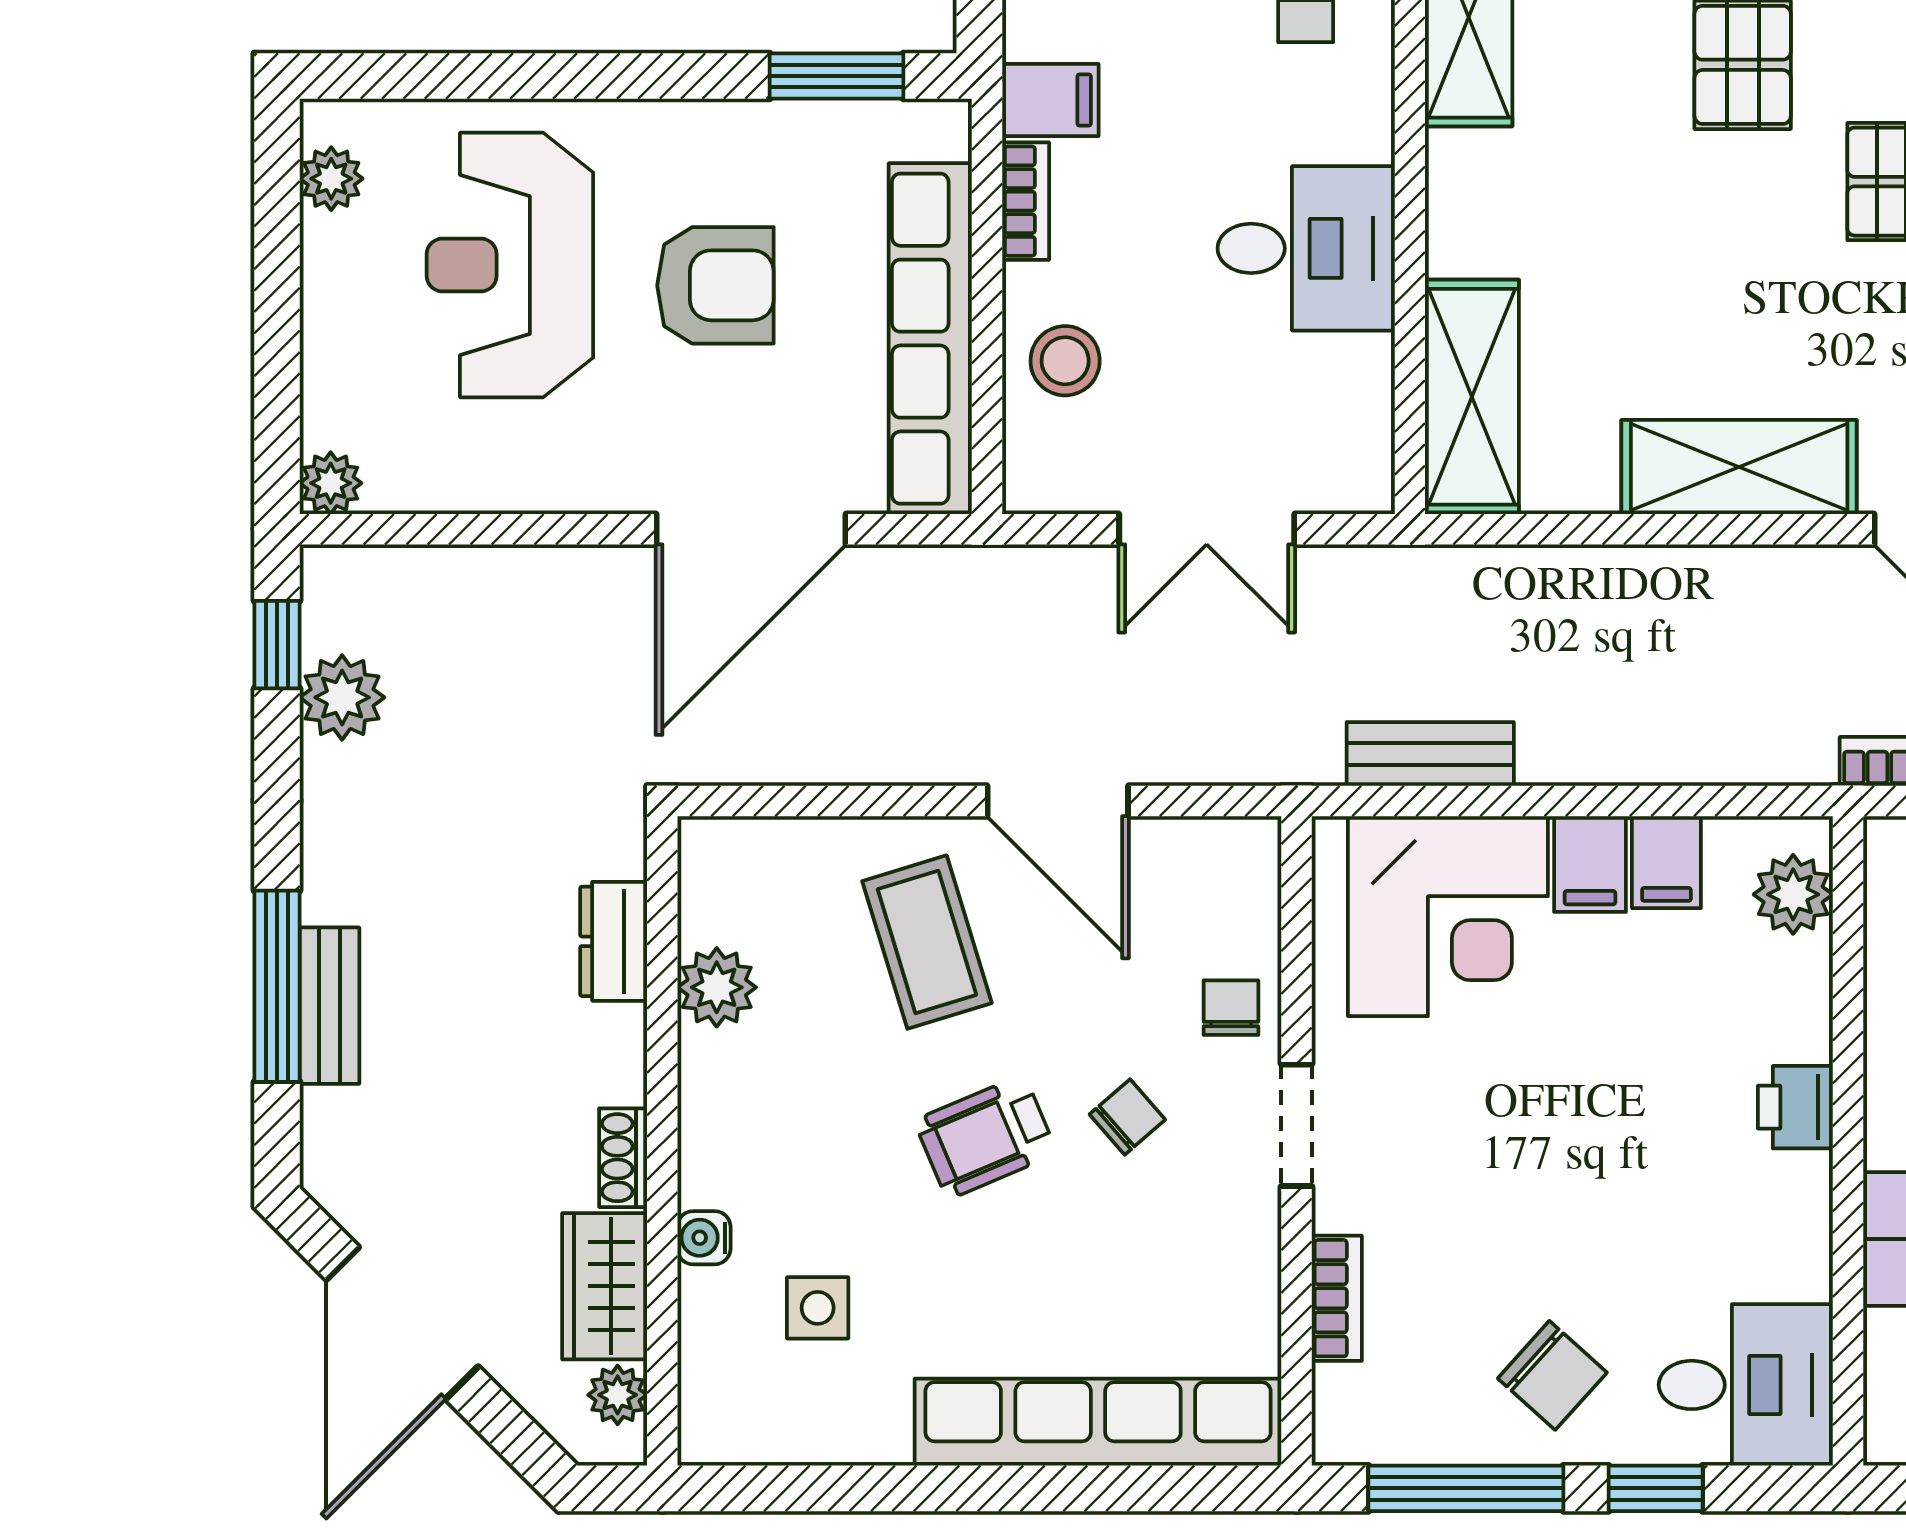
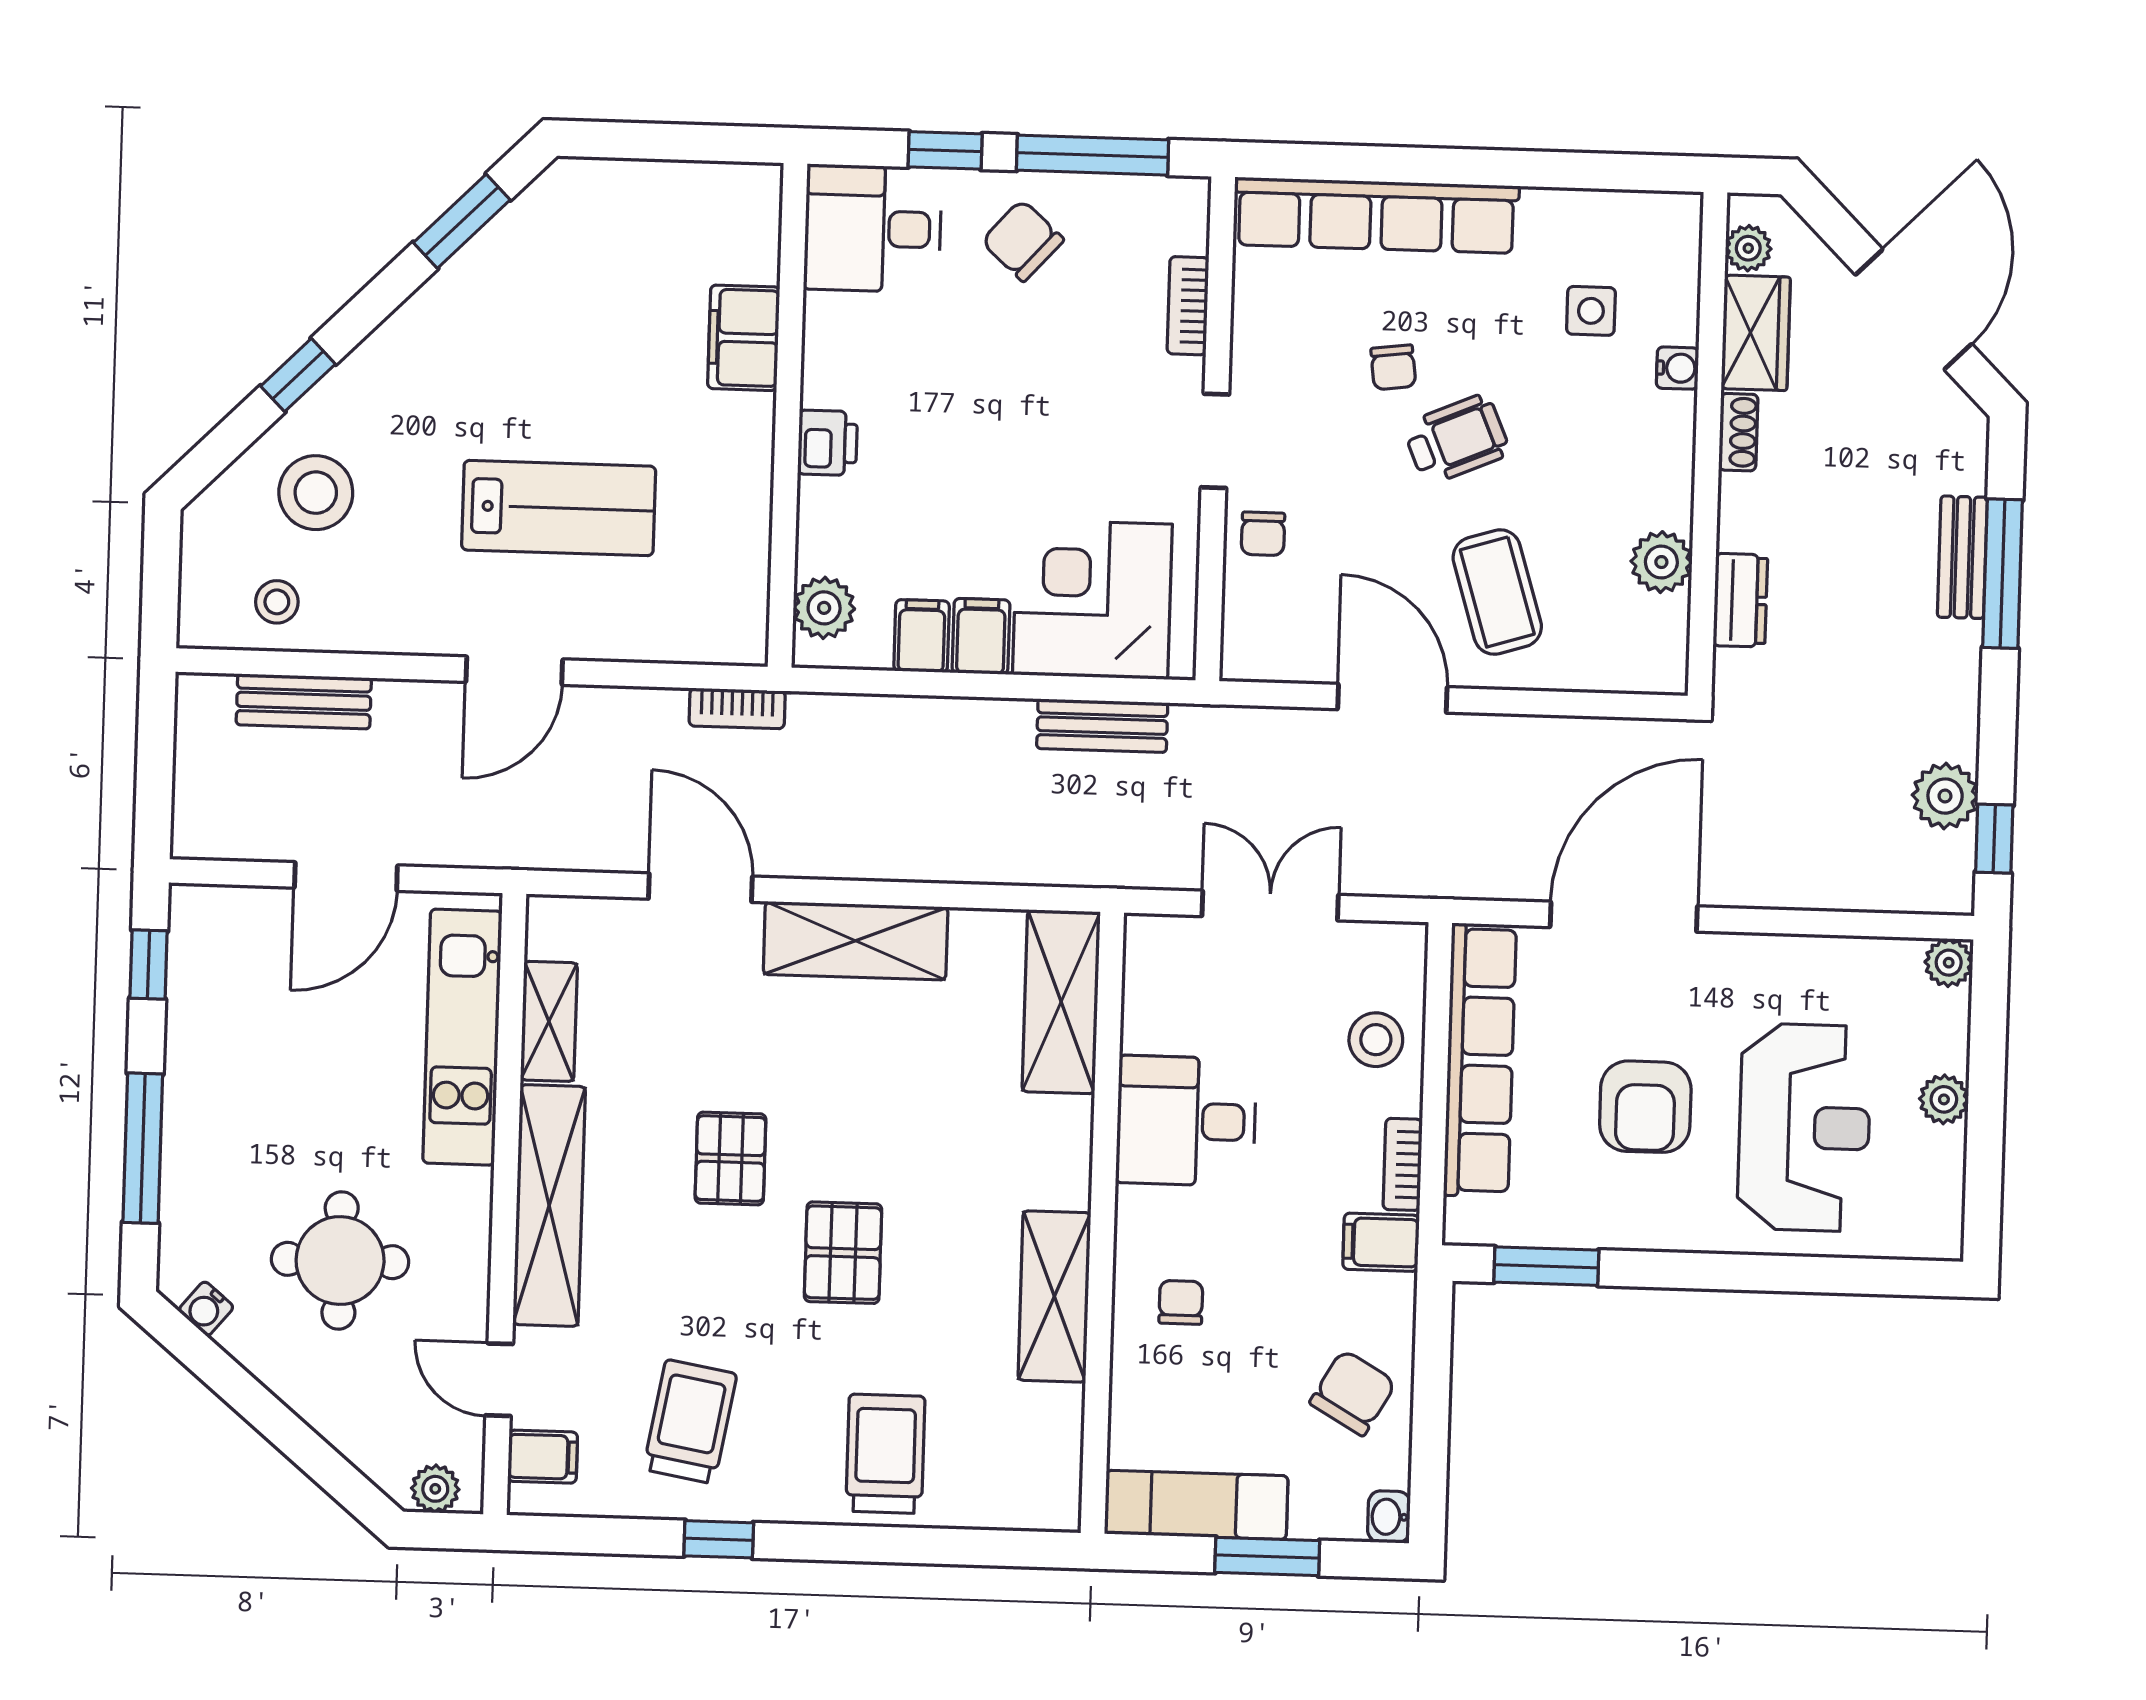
plant: (331, 179) -> (1944, 1099), moved
armchair: (715, 285) -> (1645, 1107), turned -90
chair: (1127, 1117) -> (1393, 367), moved, turned -56

